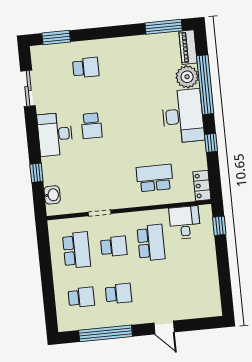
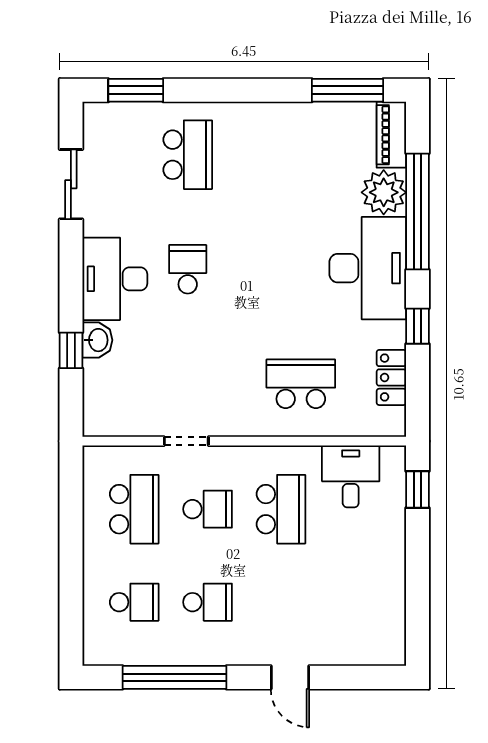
school desk: (86, 68) -> (188, 155), width x1.85
school desk: (92, 126) -> (188, 269), turned 180
locker: (202, 186) -> (391, 377), moved
washbasin: (52, 195) -> (97, 340), moved

